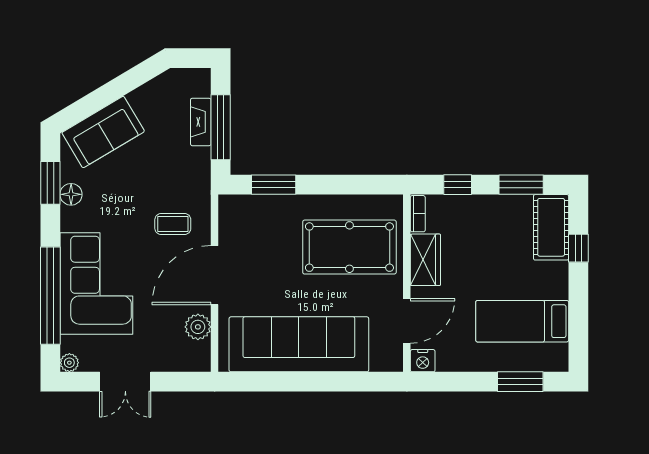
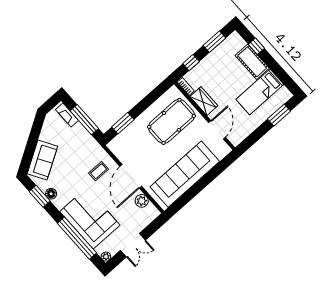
fireplace: (201, 122) -> (67, 115), moved
cot: (551, 227) -> (252, 62), moved
nightstand: (423, 361) -> (236, 139), removed

